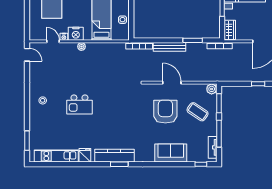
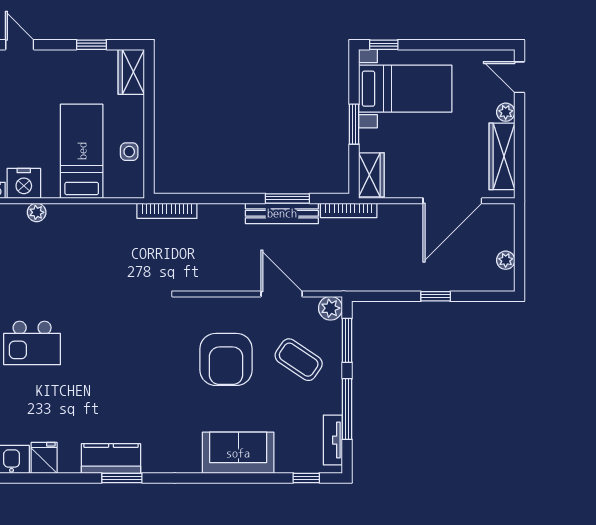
bench: (170, 47) -> (282, 213), moved
door: (172, 83) -> (282, 294), moved
armchair: (165, 112) -> (226, 359), turned 180
kitchen counter: (114, 156) -> (111, 459), width x0.67

